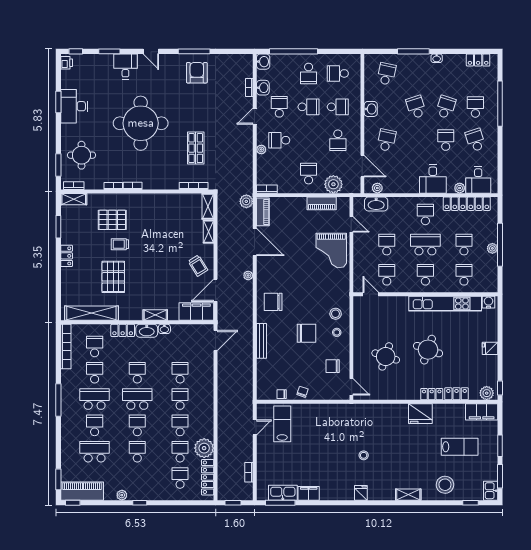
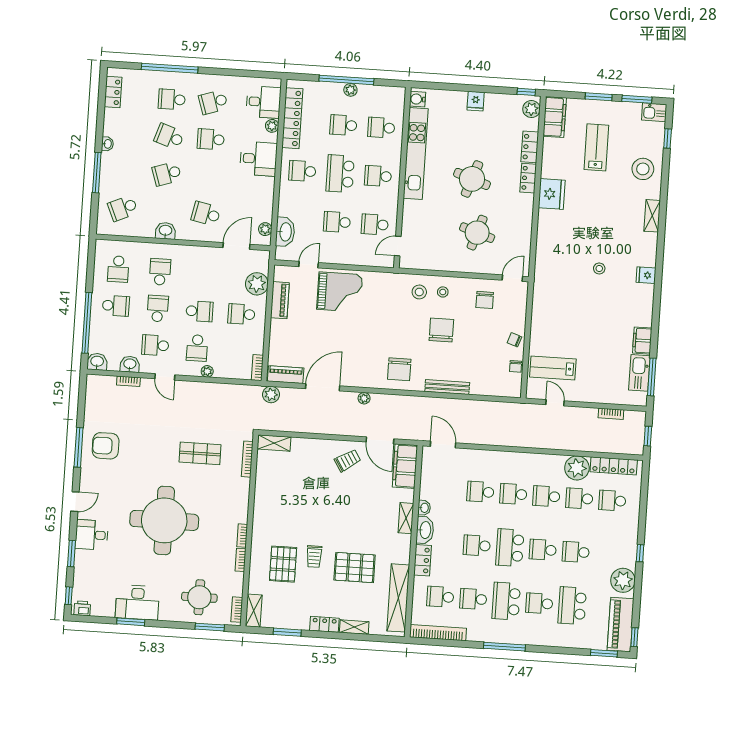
school desk: (386, 74) -> (123, 208), turned -36
school desk: (338, 140) -> (200, 311), moved
shelving: (209, 232) -> (354, 627), moved
plant: (122, 495) -> (623, 580), width x1.88, depth x1.88

